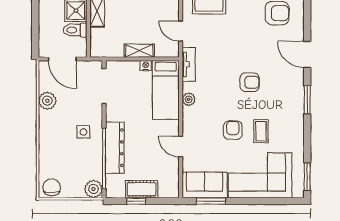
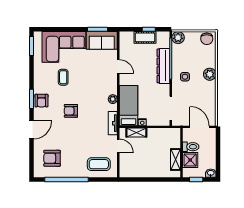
shelving: (139, 51) -> (136, 133), moved
door: (307, 54) -> (31, 130), hinge flipped
plant: (47, 101) -> (210, 74), moved
armchair: (233, 130) -> (41, 101), moved

